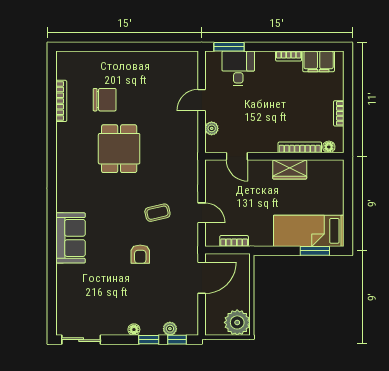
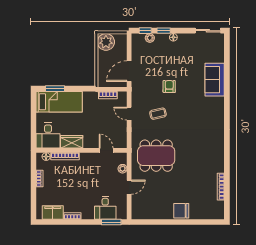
chair: (105, 100) -> (181, 211), moved
dining table: (119, 149) -> (156, 156), moved, width x1.37
desk: (326, 179) -> (48, 136), added
sofa: (71, 238) -> (215, 80), moved

